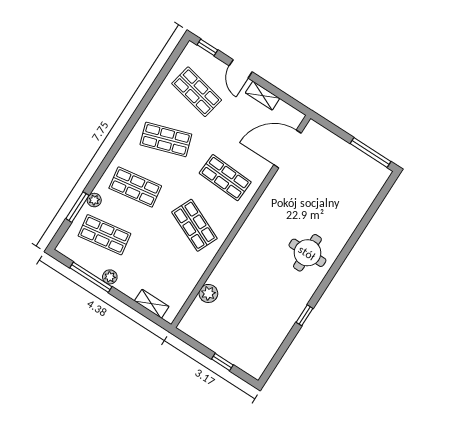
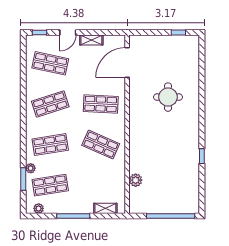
door: (241, 69) -> (68, 32), hinge flipped
window: (371, 152) -> (178, 32), width x0.46
round table: (307, 253) -> (168, 97), moved
window: (91, 277) -> (73, 216), moved
plant: (110, 277) -> (39, 208), moved
window: (222, 362) -> (171, 216), width x3.17

